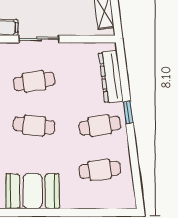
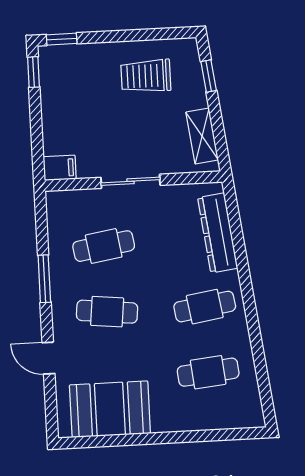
sliding door: (39, 39) -> (131, 181), moved
window: (128, 113) -> (246, 285), removed

